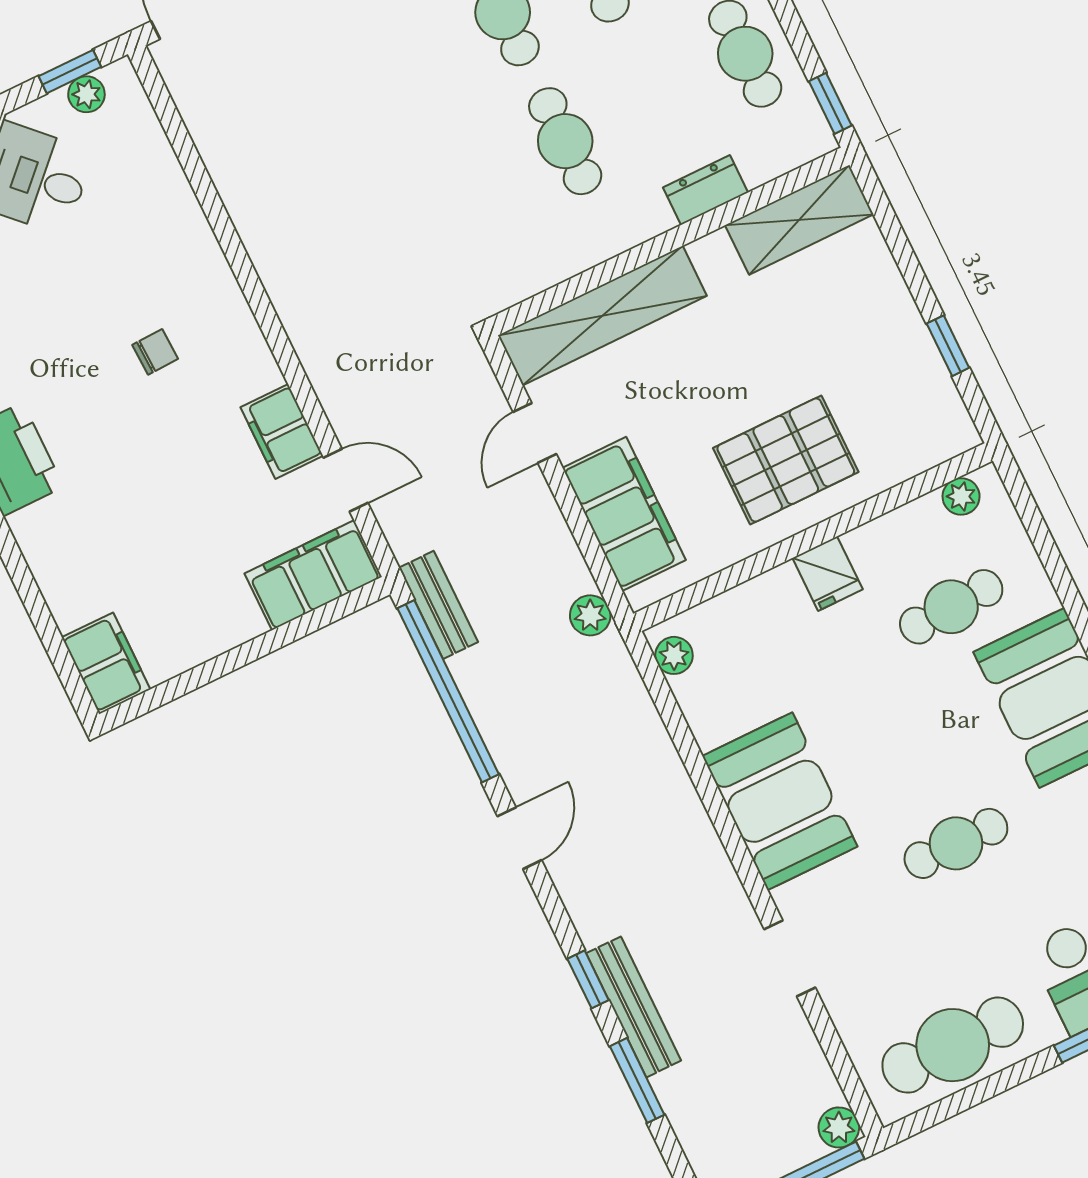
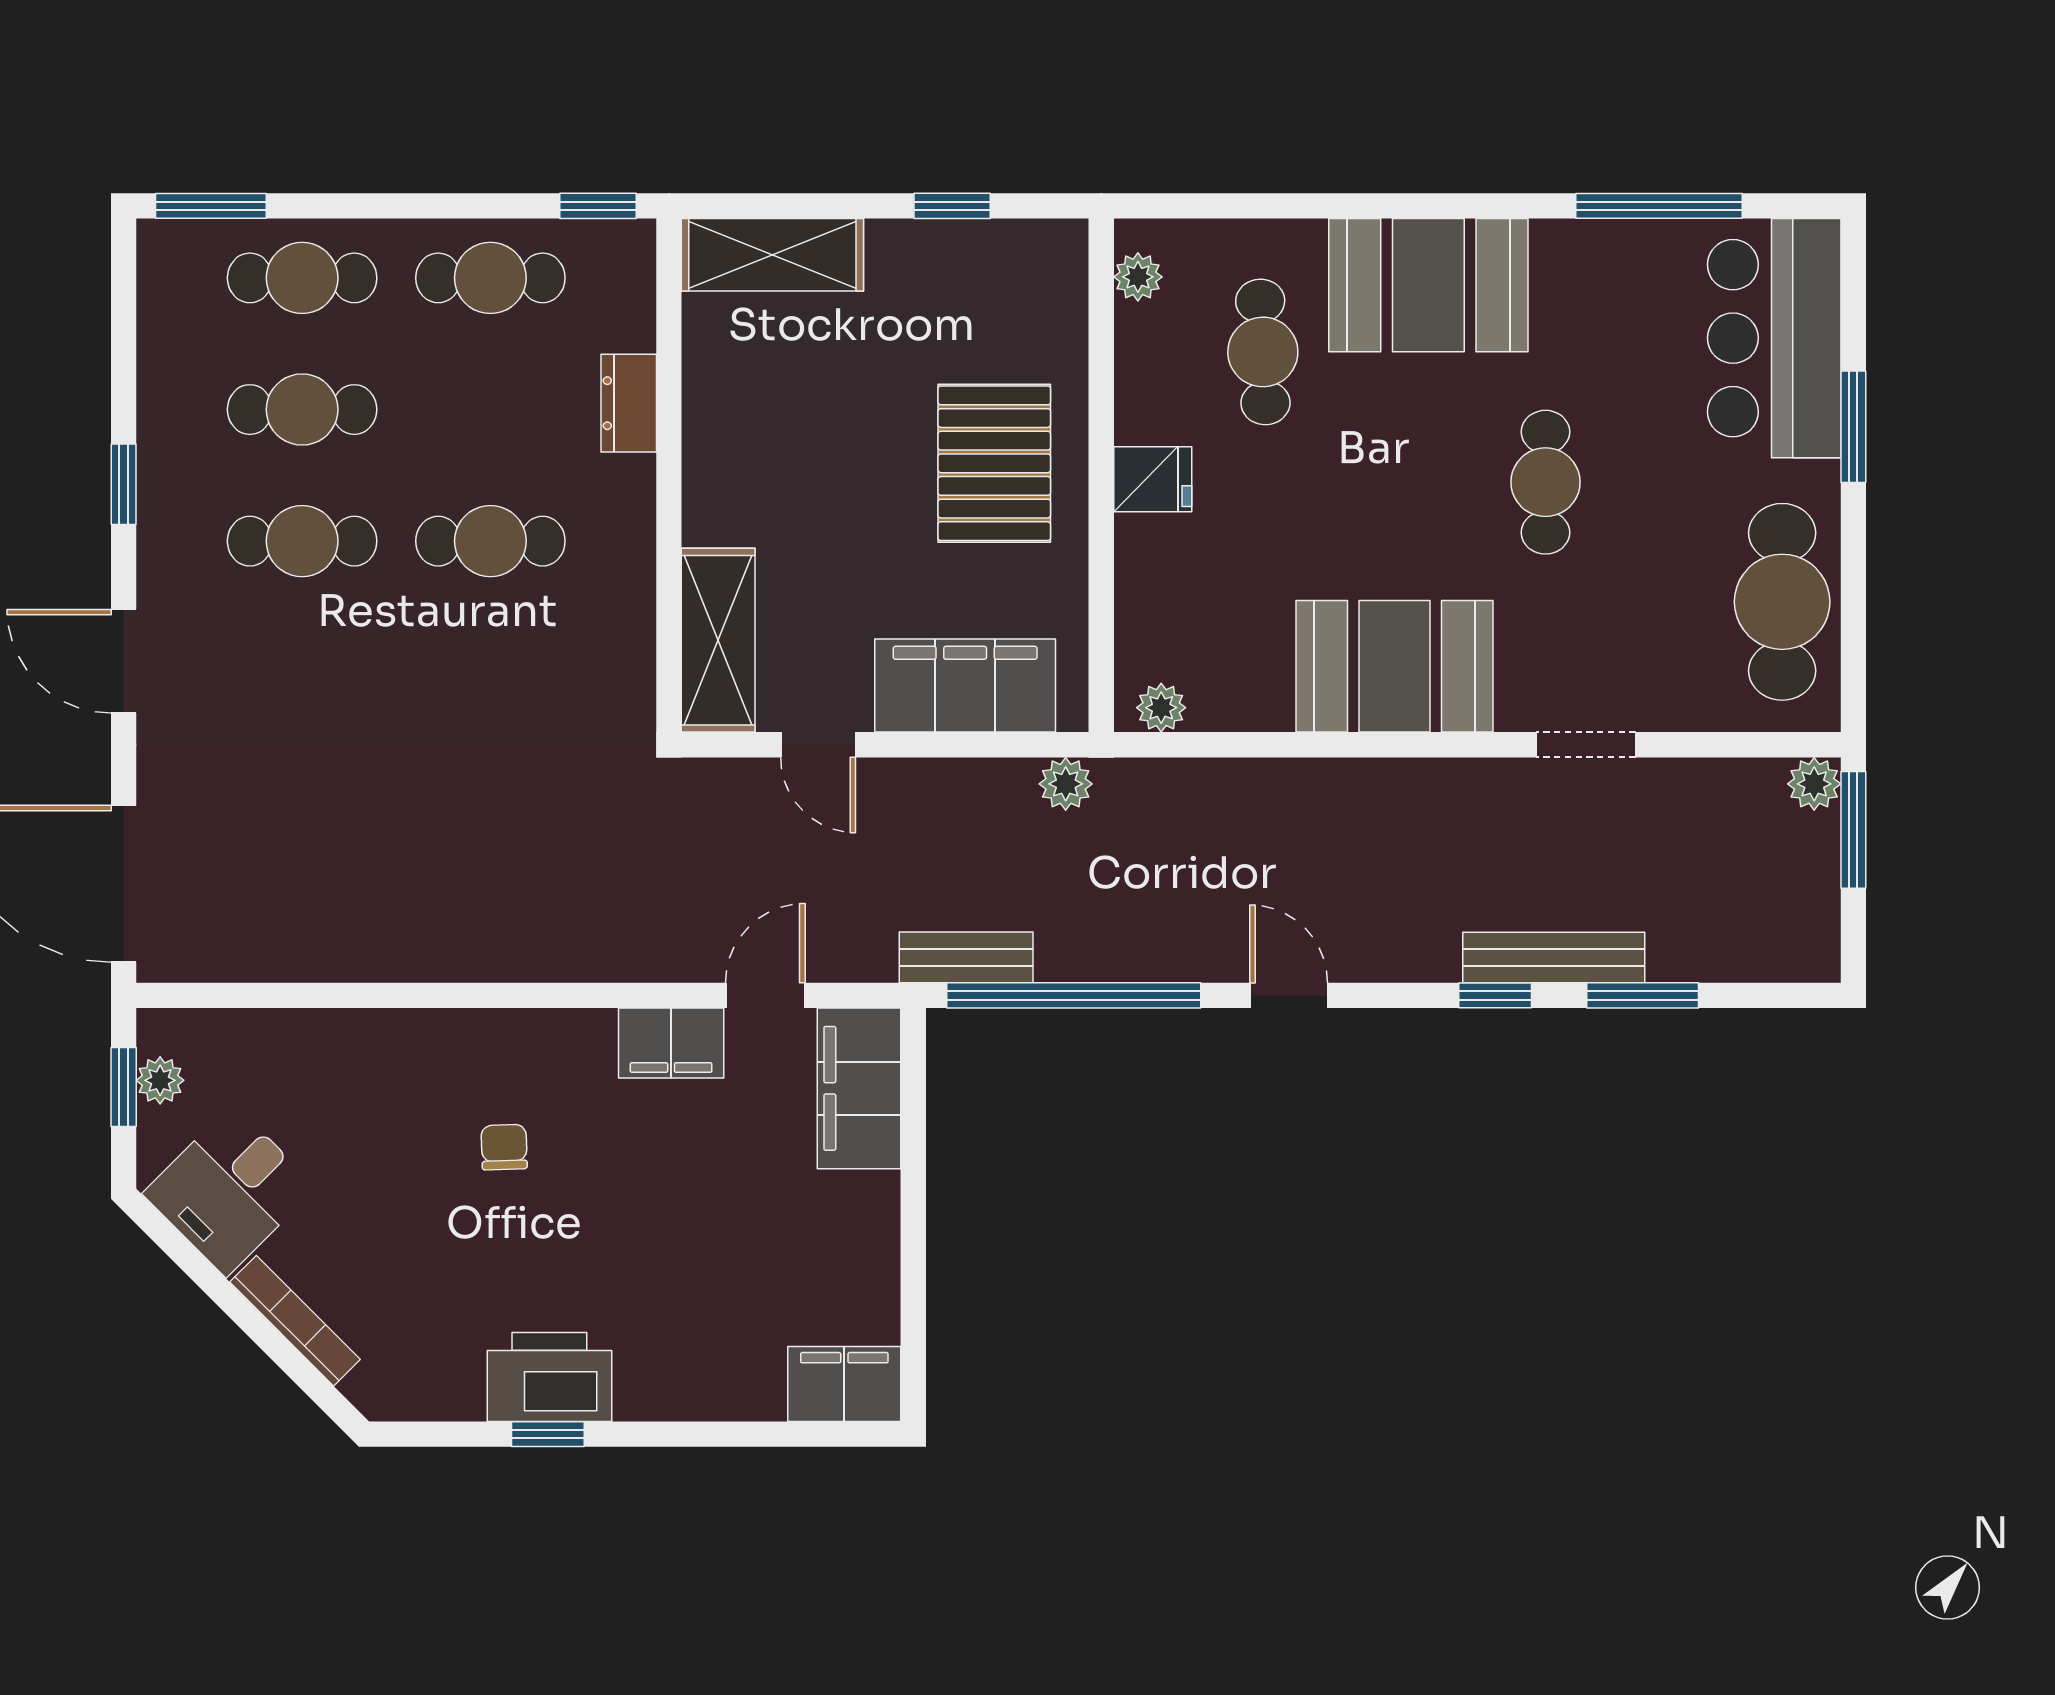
shelving: (799, 220) -> (772, 255), moved, turned 90
shelving: (602, 316) -> (718, 640), width x0.68

